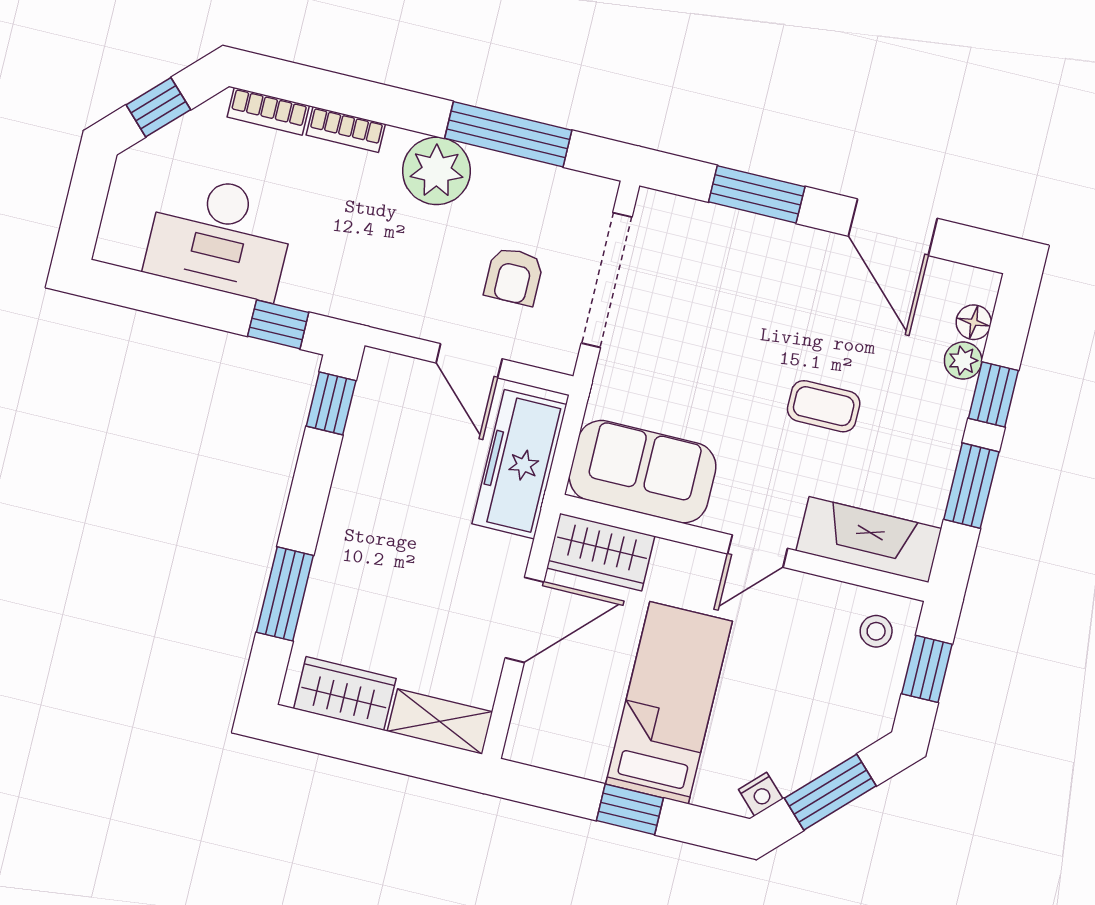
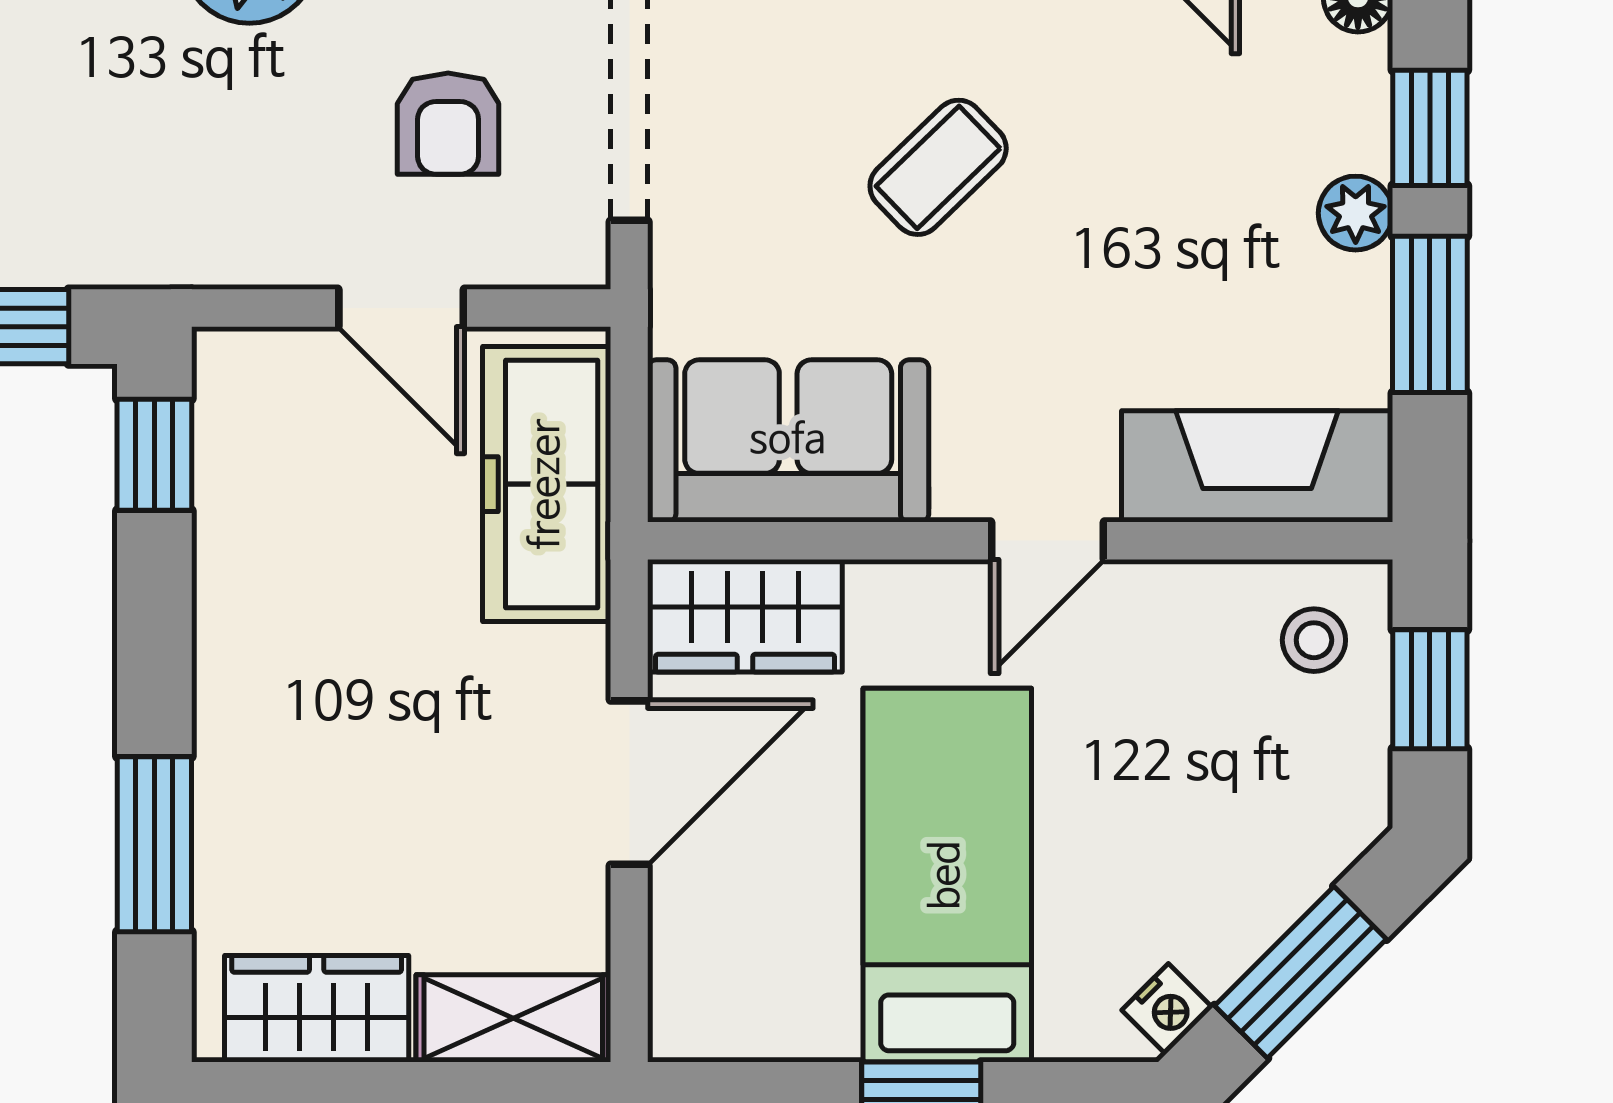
plant: (963, 361) -> (1356, 213), moved
coffee table: (824, 406) -> (938, 167), moved, turned -44

